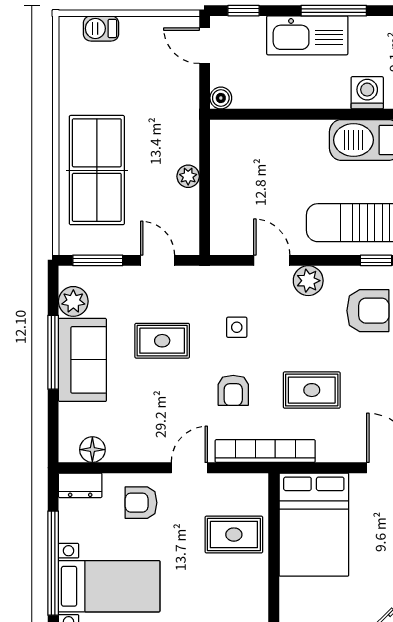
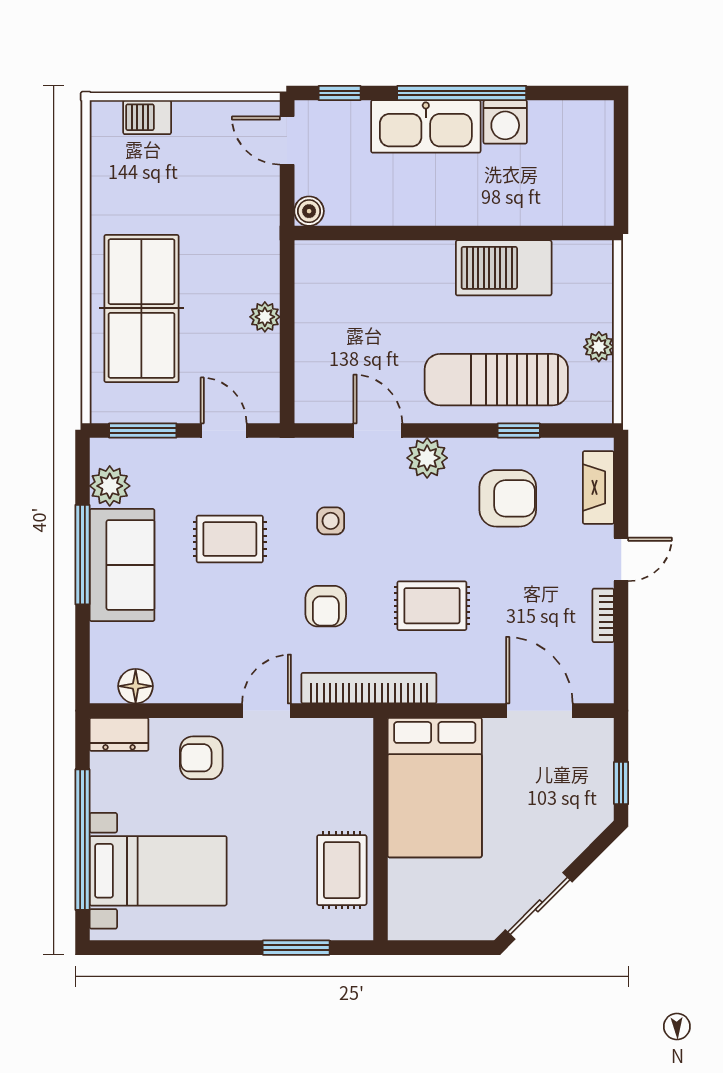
window: (334, 11) -> (462, 93), width x1.46
washing machine: (367, 93) -> (505, 122), moved, turned 180
rug: (234, 535) -> (342, 870), moved, turned 90

